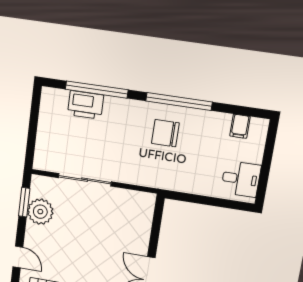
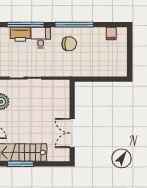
chair: (165, 133) -> (69, 44), turned 180
desk: (241, 179) -> (41, 38), moved, turned -90

